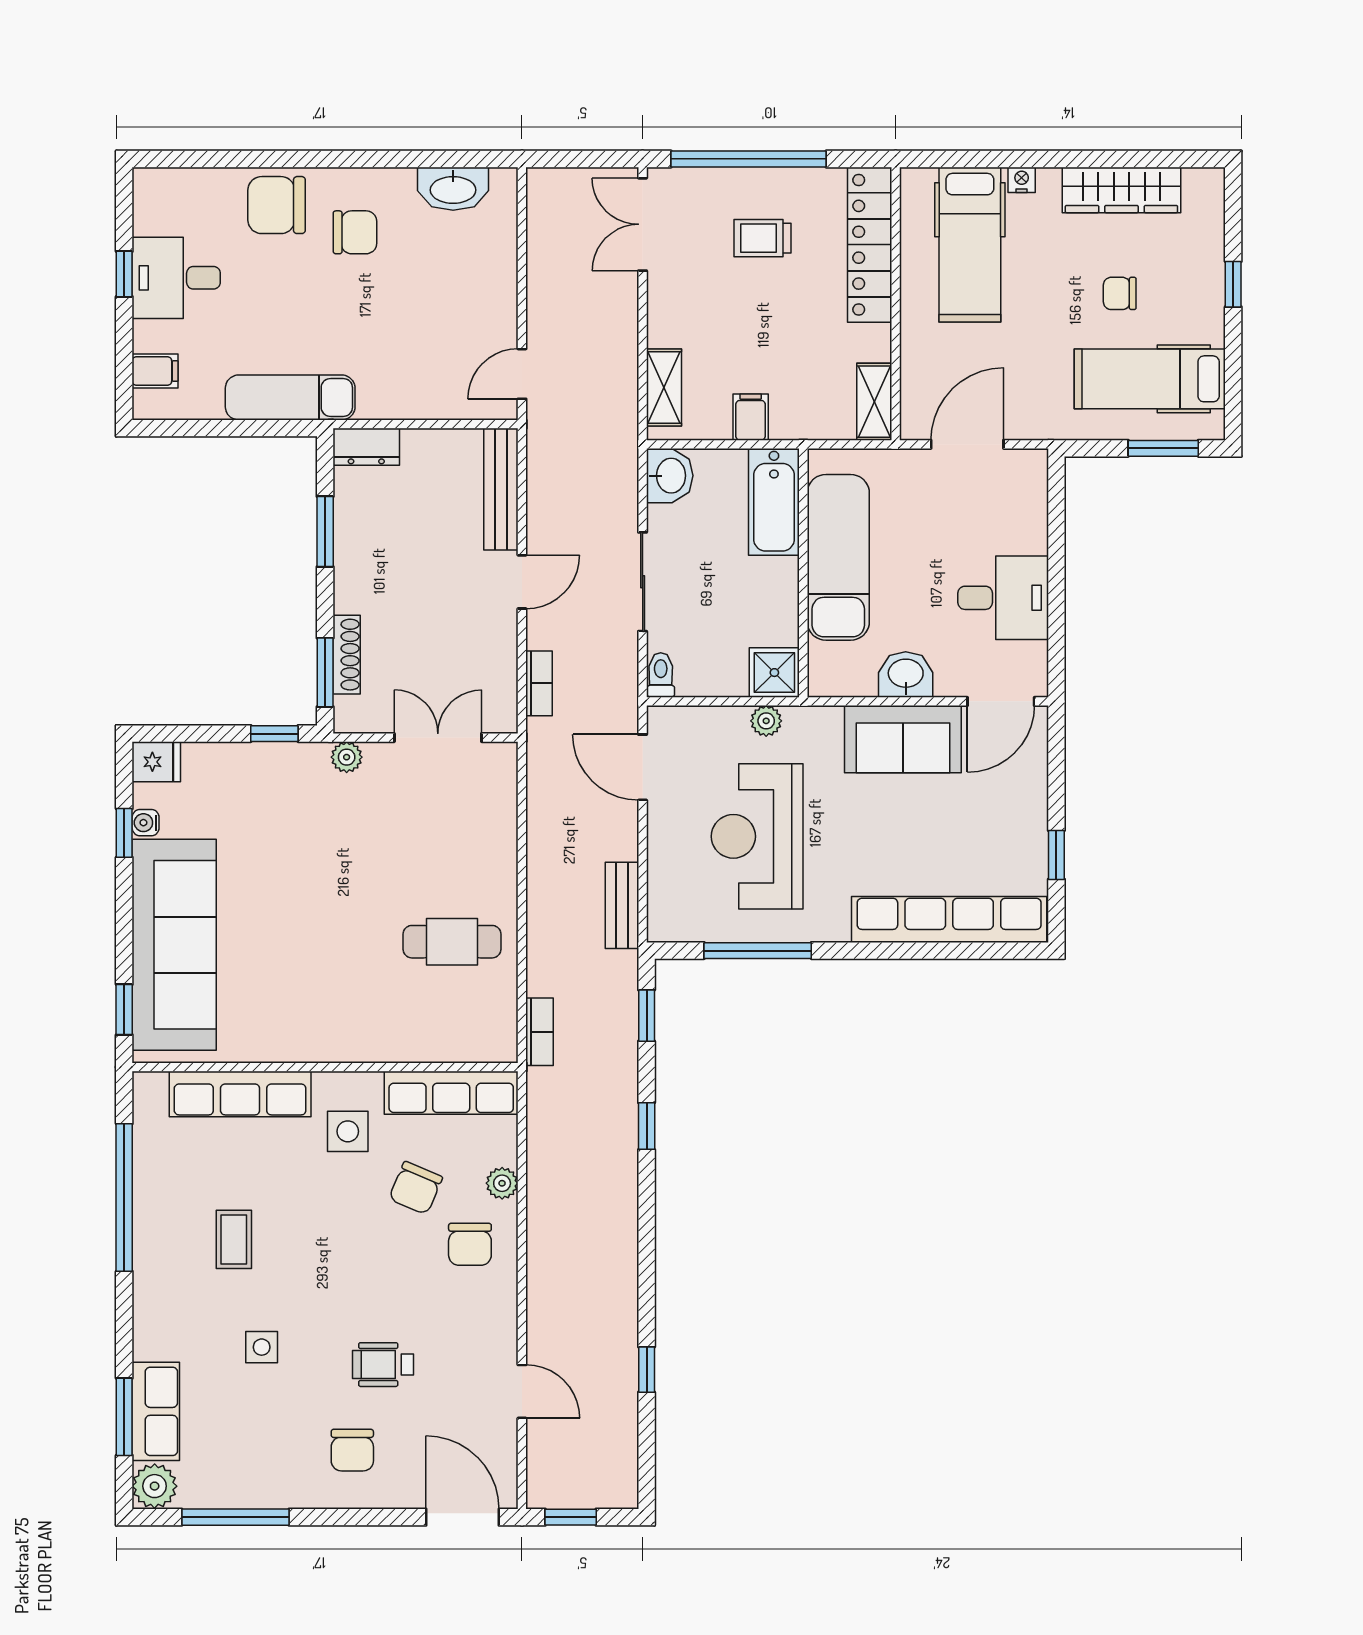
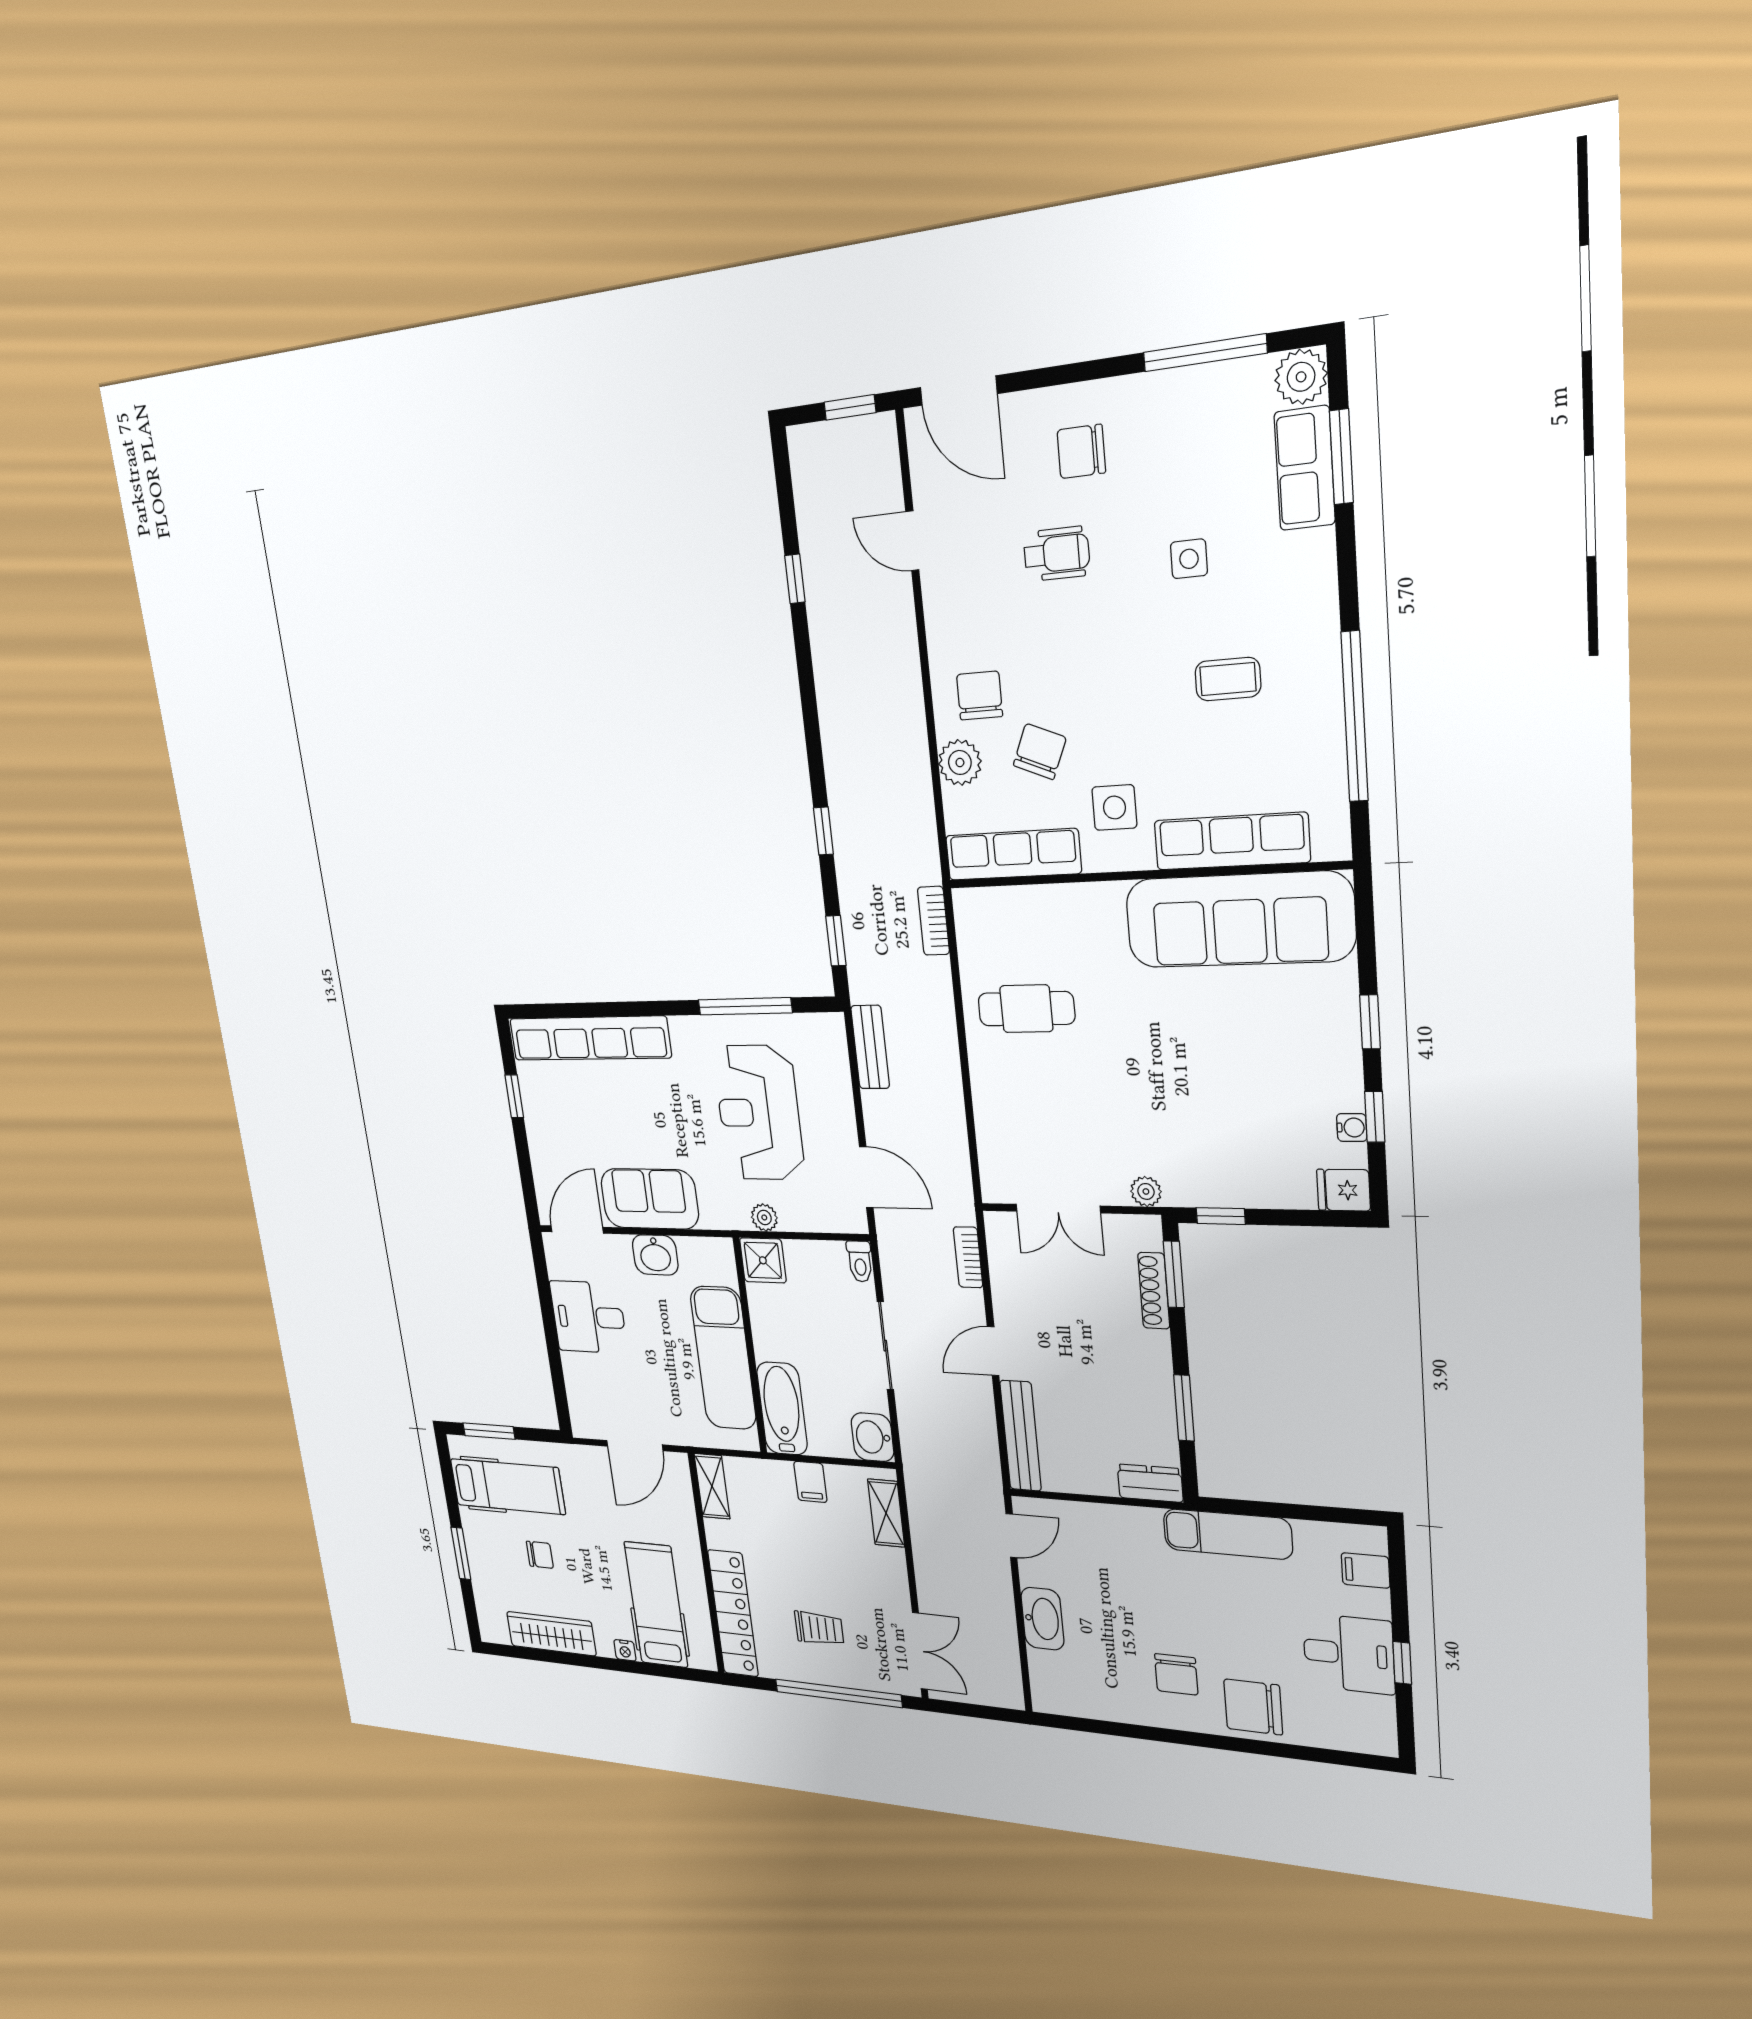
washbasin: (453, 189) -> (1042, 1619), moved, turned 90
chair: (276, 205) -> (1253, 1707), turned 180
chair: (355, 232) -> (1176, 1674), turned -90
window: (1233, 284) -> (461, 1553), width x1.50
reception desk: (757, 836) -> (759, 1113), turned 180
sofa: (174, 945) -> (1239, 920), moved, turned -90
window: (124, 1010) -> (1370, 1022), moved
plant: (502, 1183) -> (960, 763), width x1.38, depth x1.38
coffee table: (234, 1239) -> (1228, 679), turned 90
chair: (352, 1450) -> (1081, 451), turned -90

